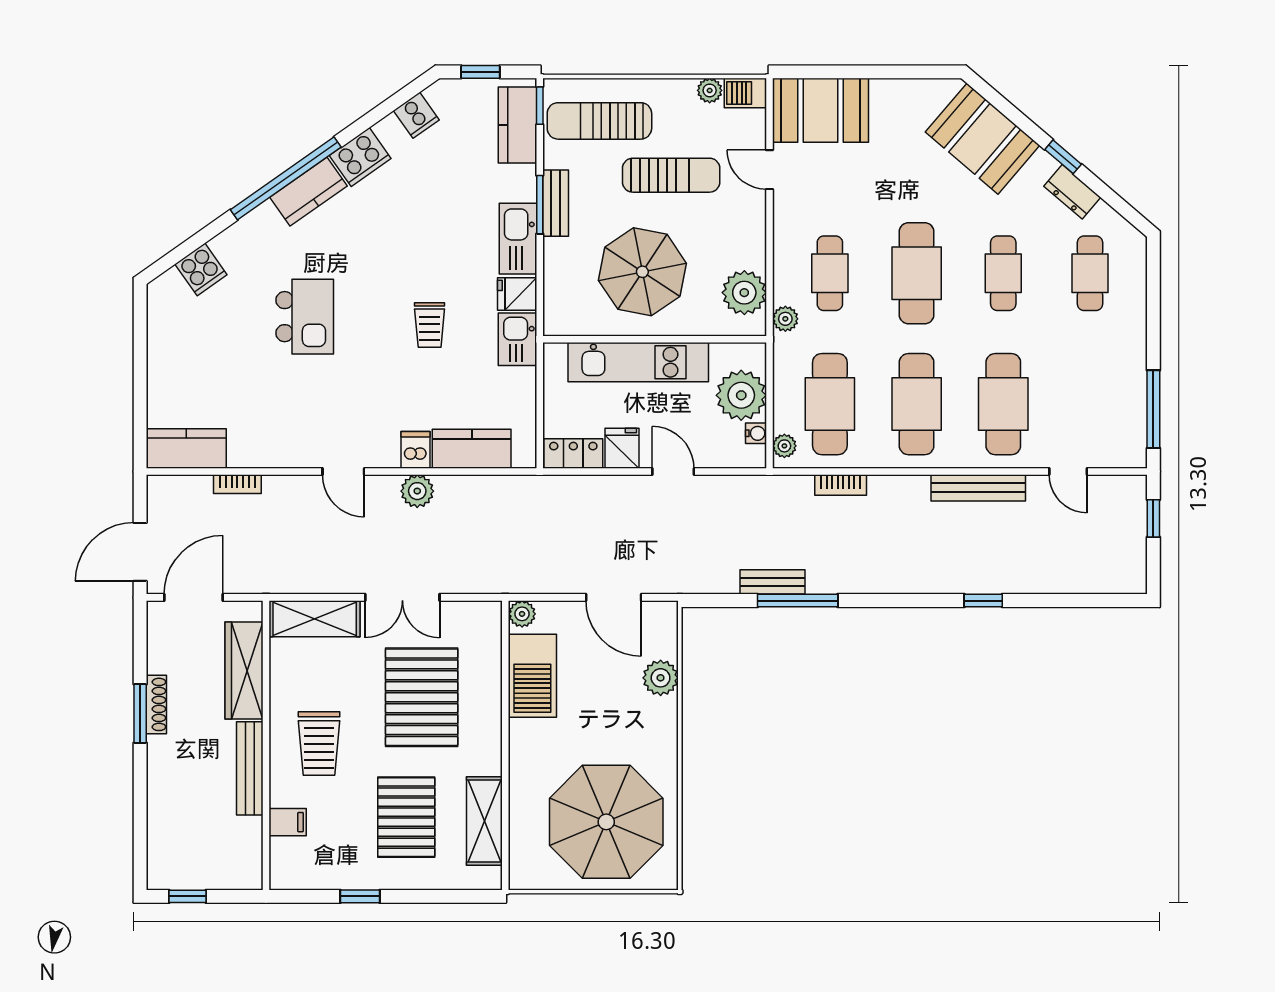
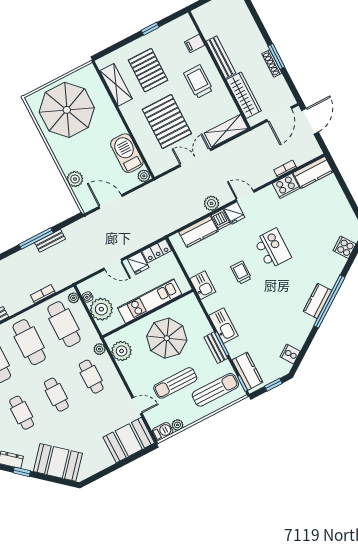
cooker: (360, 157) -> (286, 186), moved, turned -145
cafe table: (917, 273) -> (56, 395), width x0.73, depth x0.74
fridge: (517, 294) -> (234, 213), moved, turned 90
kitchen island: (305, 317) -> (273, 248), moved, turned 180

